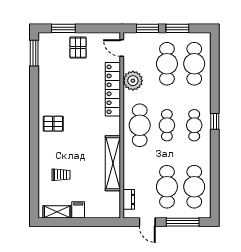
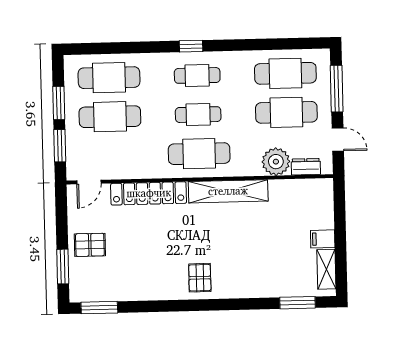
plant: (133, 81) -> (276, 162), moved
shelving: (113, 163) -> (228, 191), moved
trolley: (61, 175) -> (273, 265), removed
window: (34, 191) -> (297, 303), added
door: (147, 222) -> (338, 140), hinge flipped

